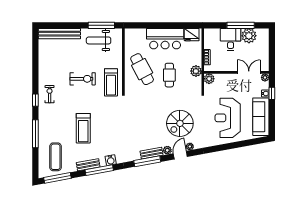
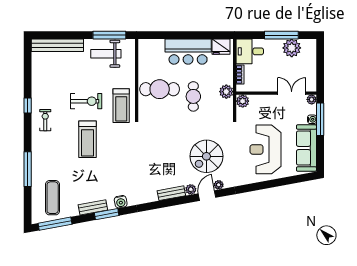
desk: (231, 39) -> (250, 51), moved, turned -90
cafe table: (142, 69) -> (160, 89), turned -62
window: (272, 93) -> (320, 119), width x2.17
window: (35, 100) -> (28, 106), moved
treadmill: (83, 128) -> (87, 139), moved
window: (147, 161) -> (166, 203), removed
window: (99, 170) -> (107, 214), width x0.69

